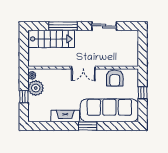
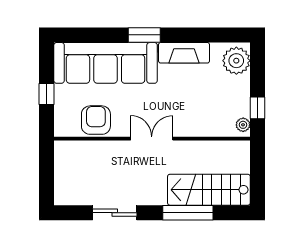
plant: (36, 88) -> (236, 61), moved
window: (24, 97) -> (257, 108), moved

